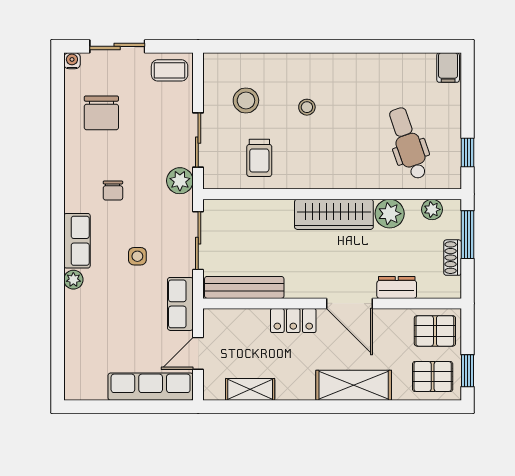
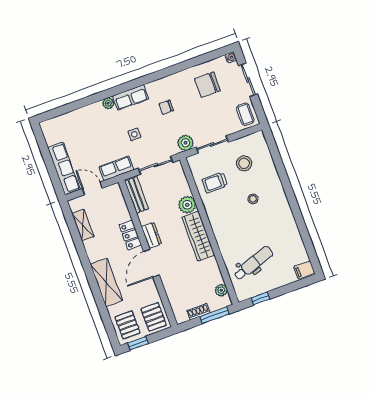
plant: (390, 214) -> (187, 205), moved
bench: (244, 287) -> (137, 195), width x0.73
dresser: (397, 287) -> (151, 235), moved

